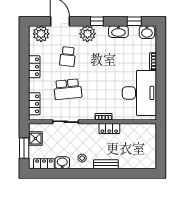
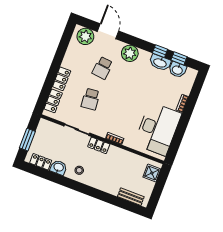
window: (97, 21) -> (160, 51), moved
washbasin: (147, 32) -> (177, 70), moved
locker: (34, 67) -> (62, 79), moved
school desk: (68, 89) -> (91, 99), width x0.54
locker: (109, 129) -> (99, 145), moved
shower: (35, 139) -> (152, 173), moved
bench: (106, 164) -> (131, 197), moved

